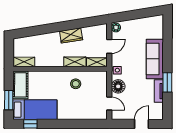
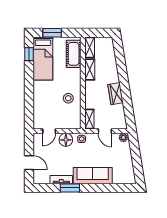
shelving: (75, 62) -> (90, 70), moved
cot: (20, 85) -> (74, 54), moved, turned 90

